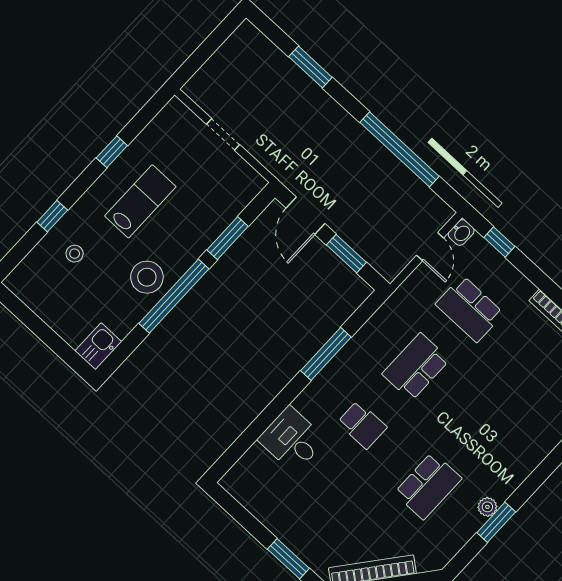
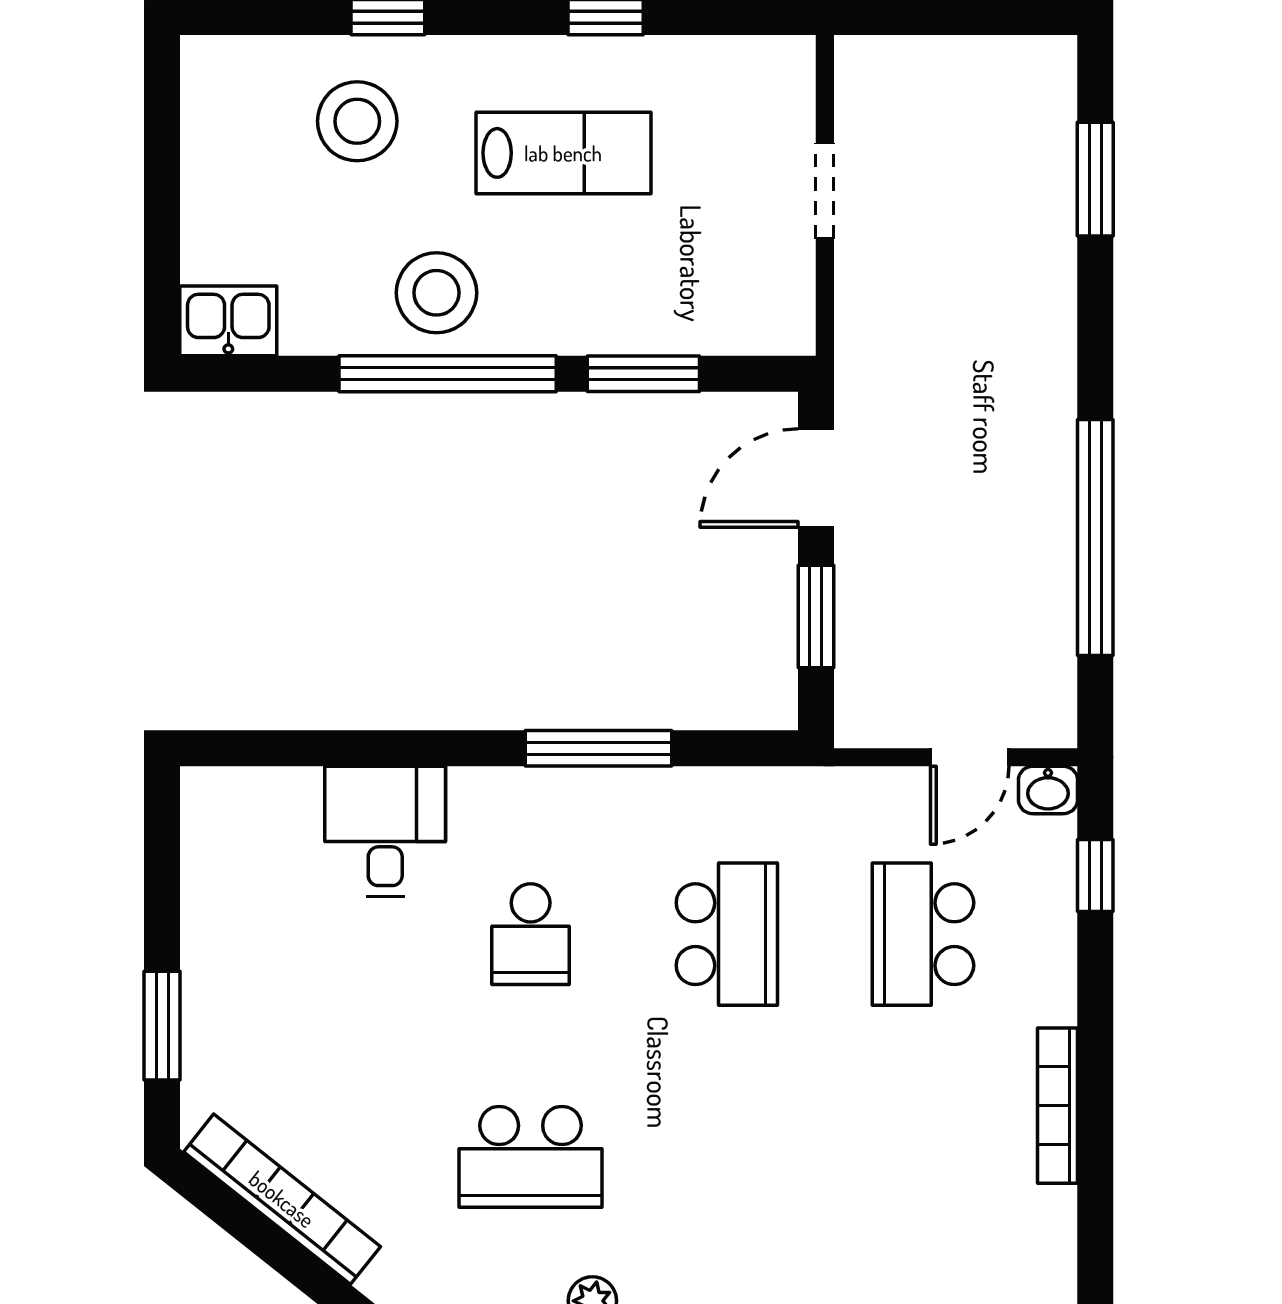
window: (310, 67) -> (1095, 179), moved
stool: (75, 254) -> (357, 121), width x1.89, depth x1.89
school desk: (416, 367) -> (727, 934), turned 90

